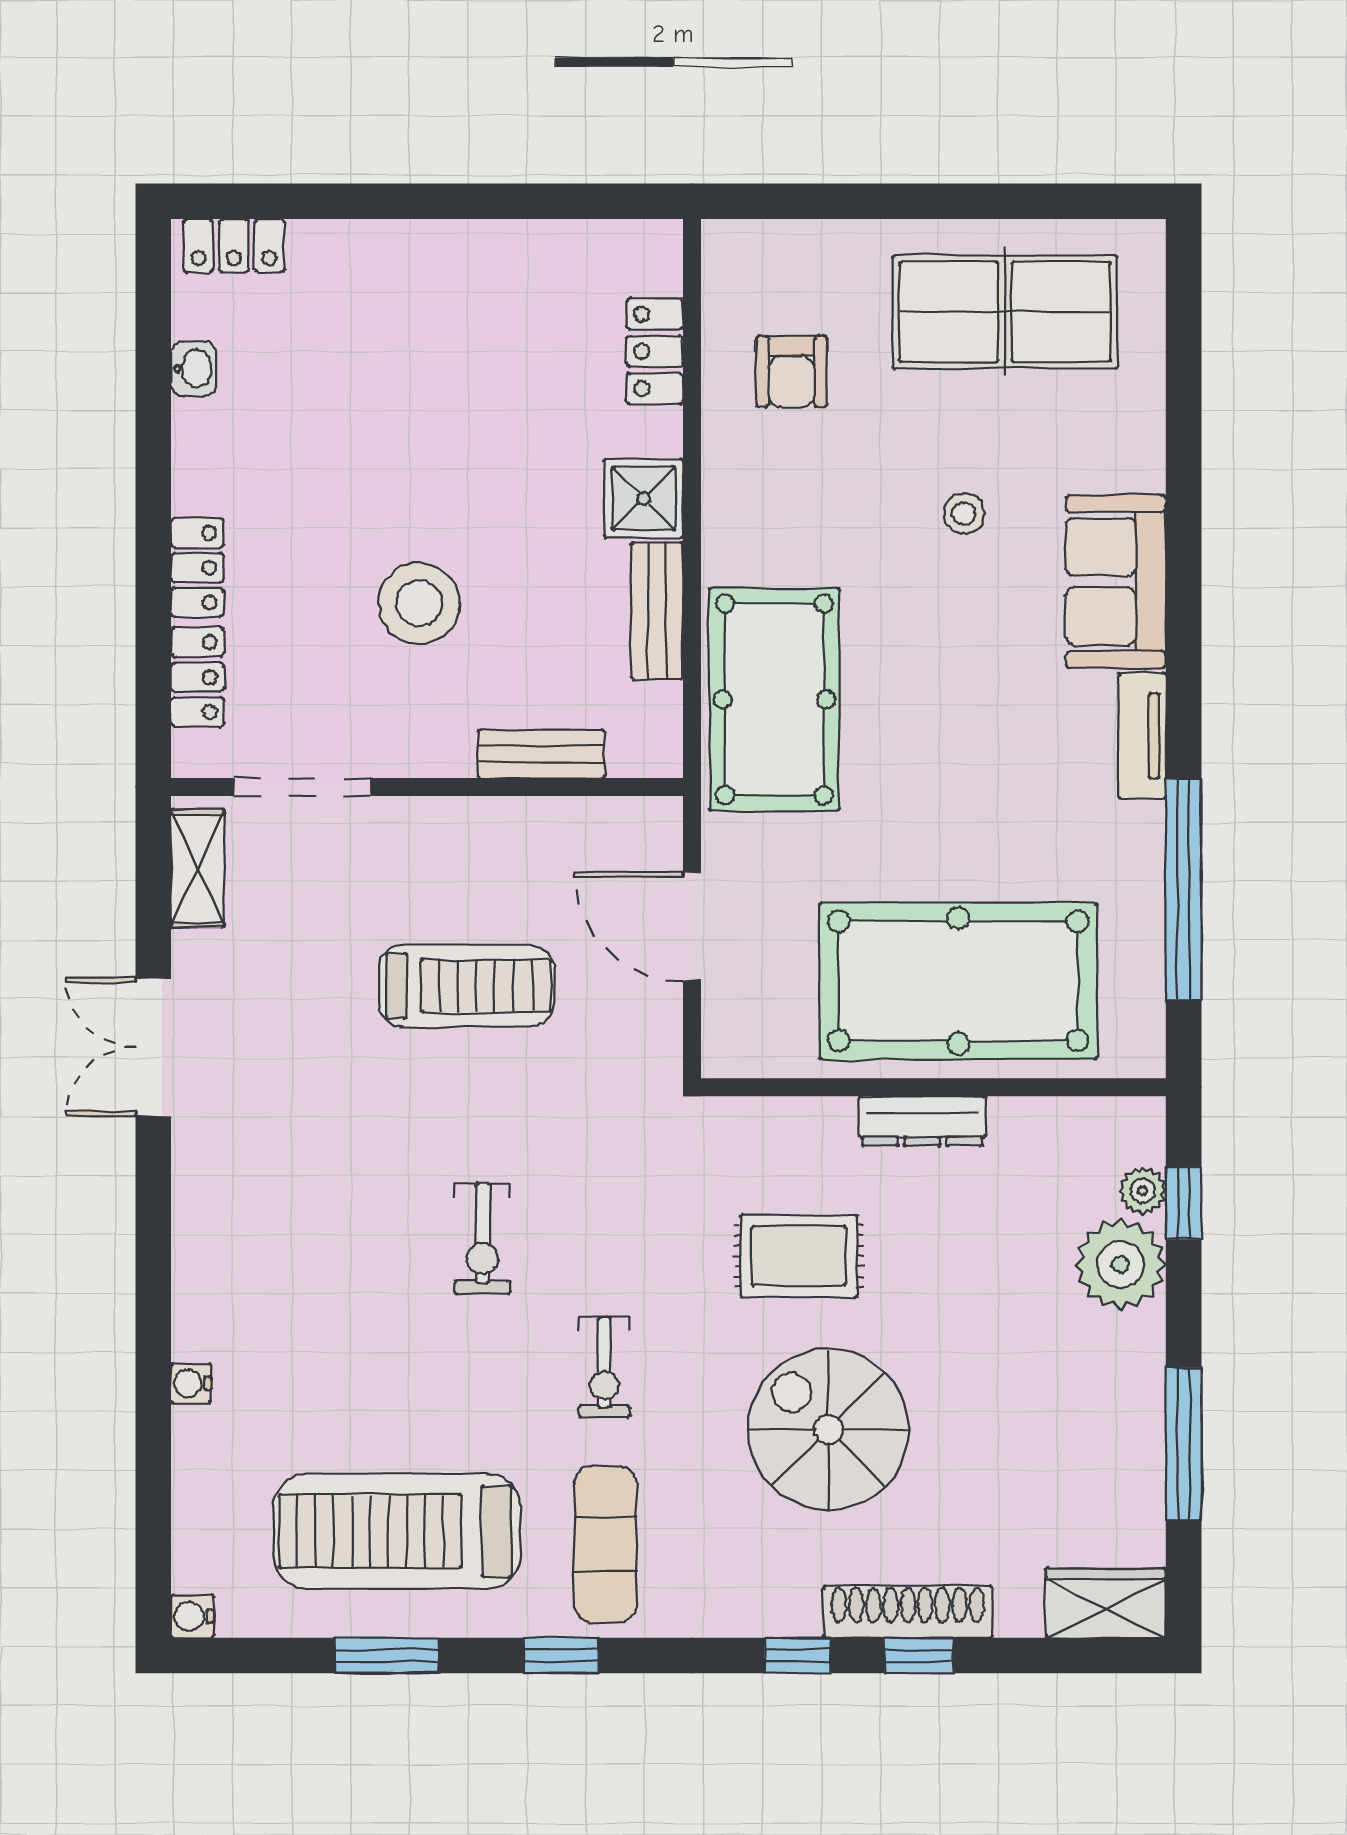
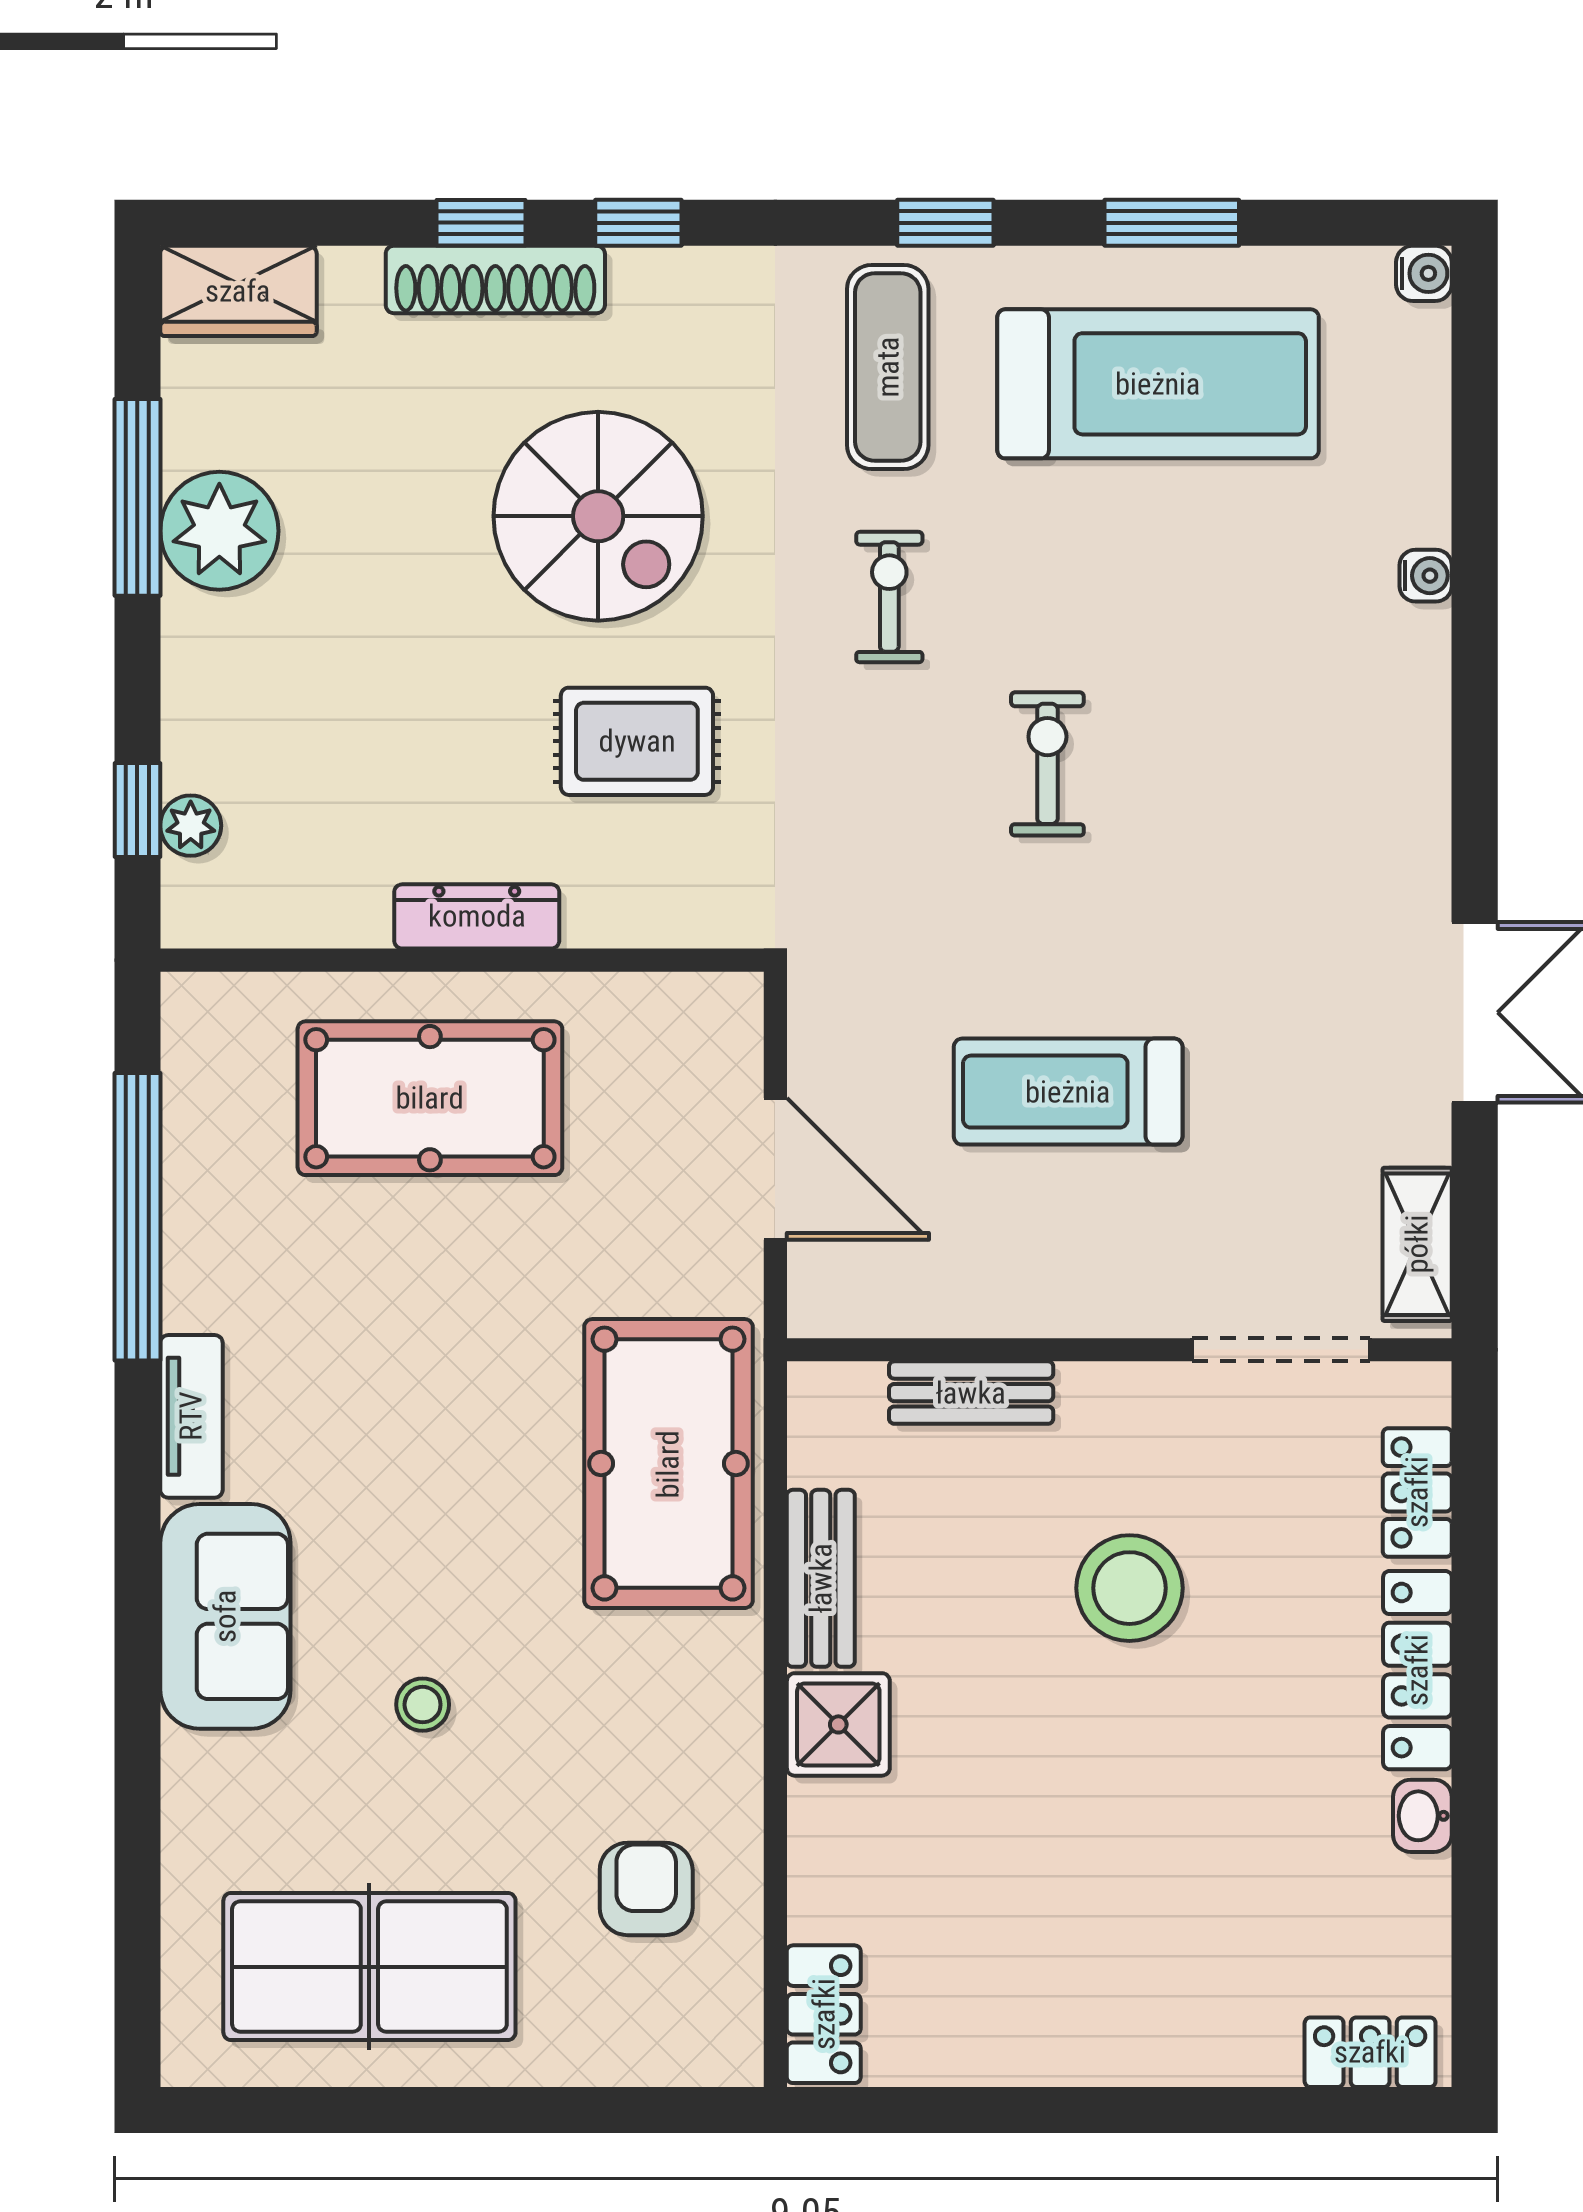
locker: (655, 351) -> (824, 2014), moved
washbasin: (194, 369) -> (1422, 1816), moved
locker: (197, 568) -> (1417, 1670), width x1.53
pool table: (958, 981) -> (430, 1098), width x0.73, depth x0.76
plant: (1120, 1265) -> (219, 531), moved

